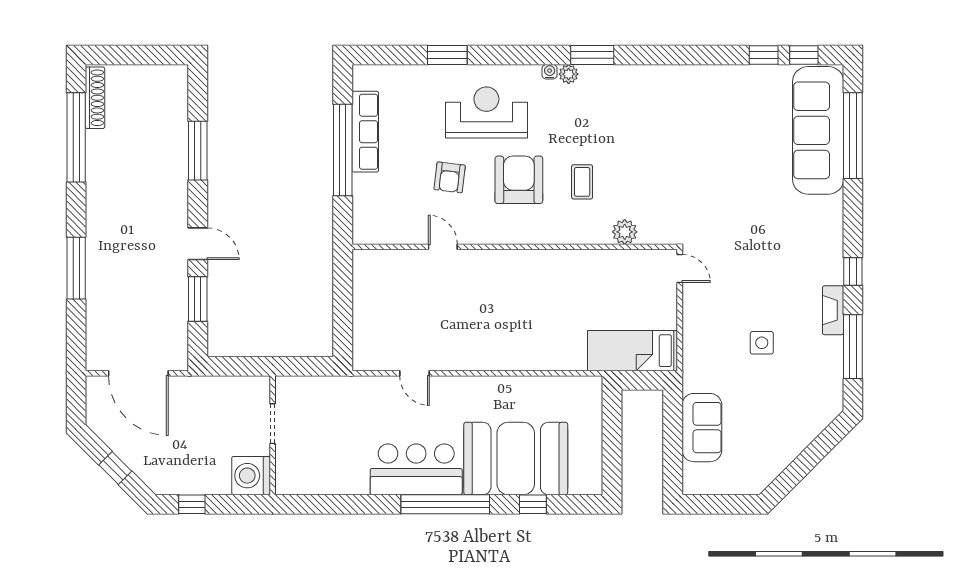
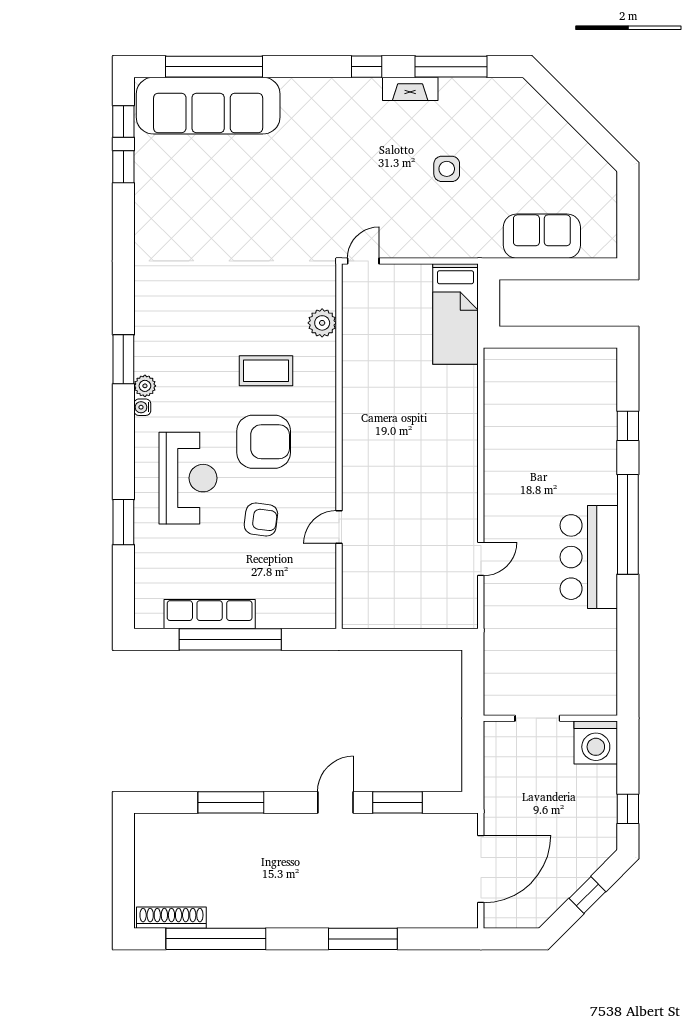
reception desk: (486, 112) -> (188, 478), turned 180
armchair: (519, 180) -> (264, 442), turned 180
coffee table: (582, 182) -> (266, 371), width x1.36, depth x1.30
booth: (516, 459) -> (577, 445), removed

